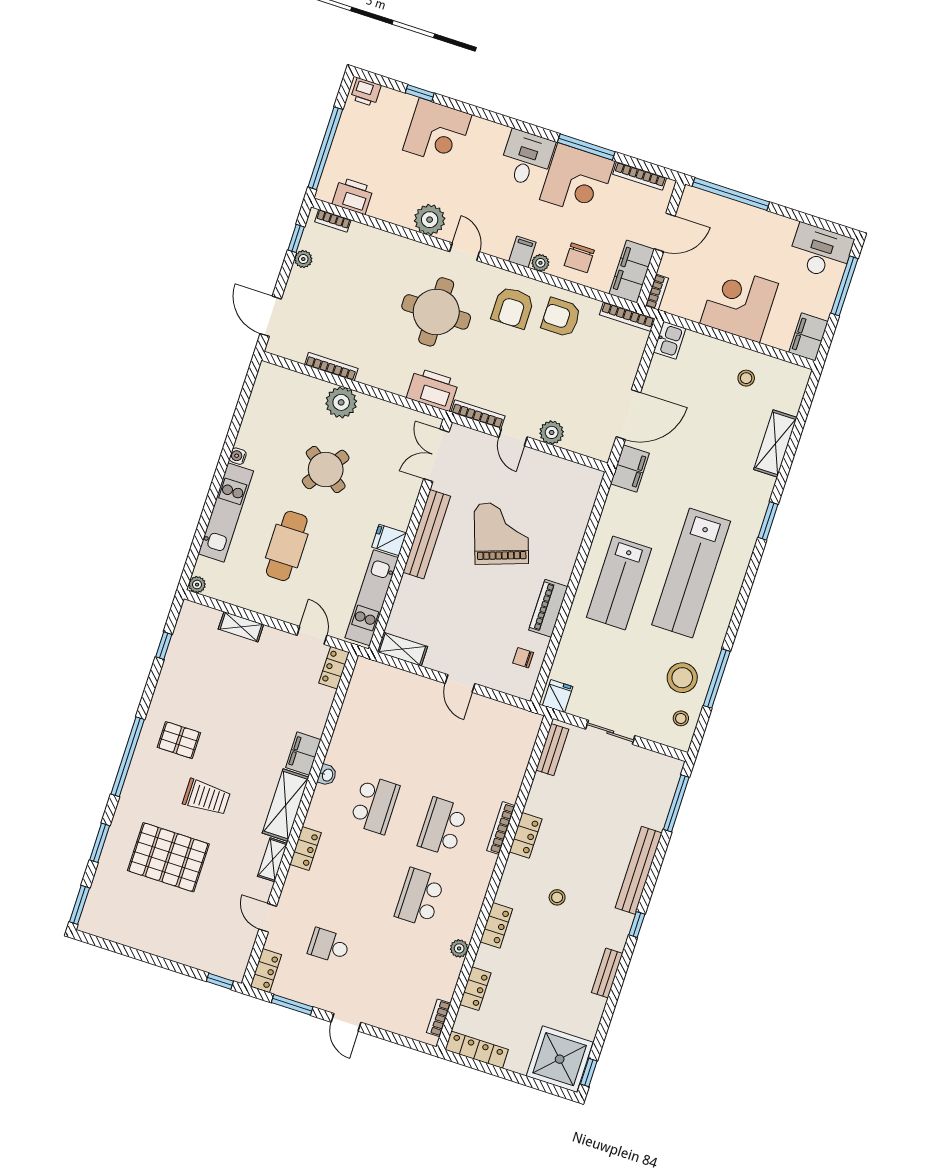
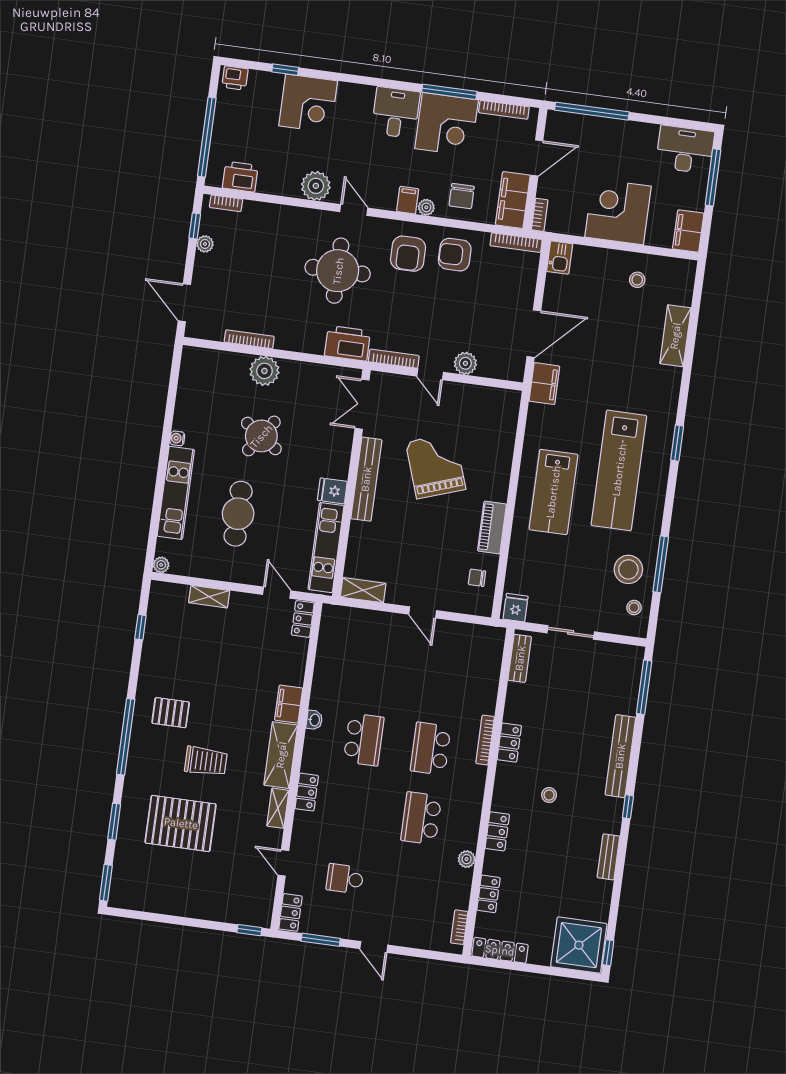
window: (768, 521) -> (677, 443), moved

